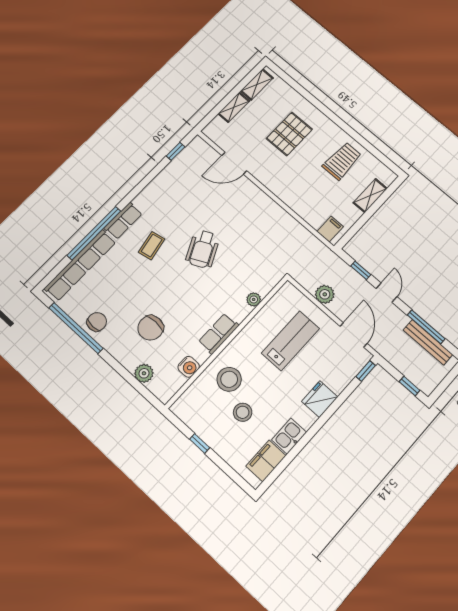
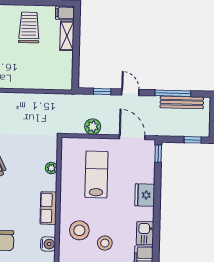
filing cabinet: (330, 229) -> (65, 13), moved, turned -90

